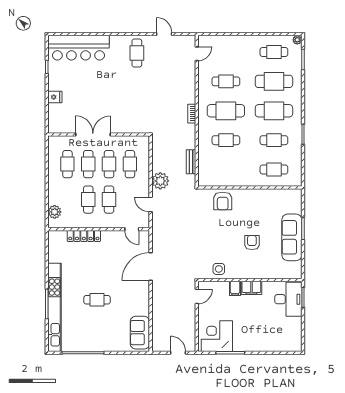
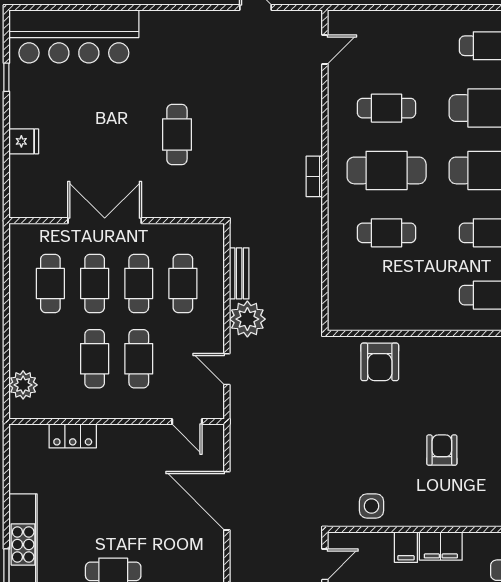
cafe table: (137, 53) -> (177, 134), moved
bench: (191, 162) -> (239, 273), moved
locker: (84, 236) -> (73, 436), width x0.66
door: (151, 266) -> (227, 501), hinge flipped

